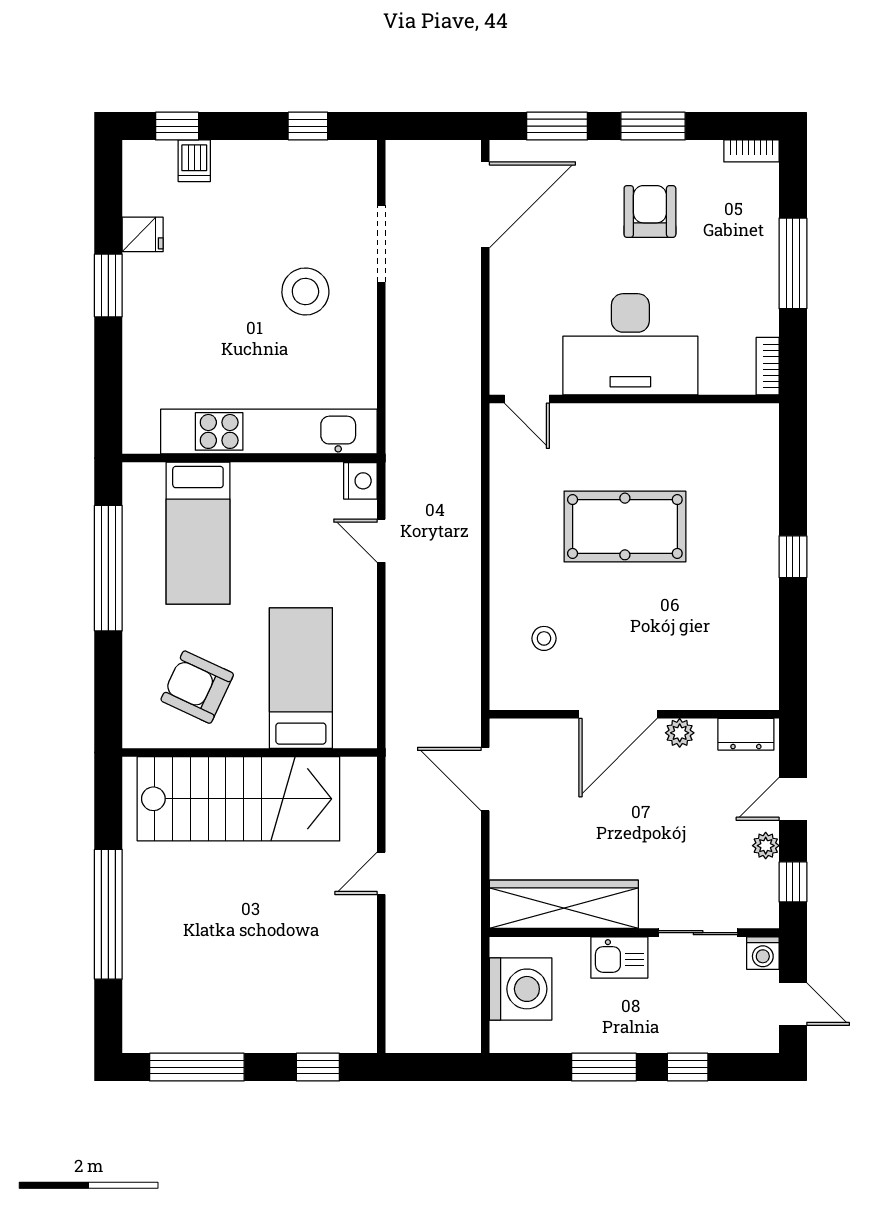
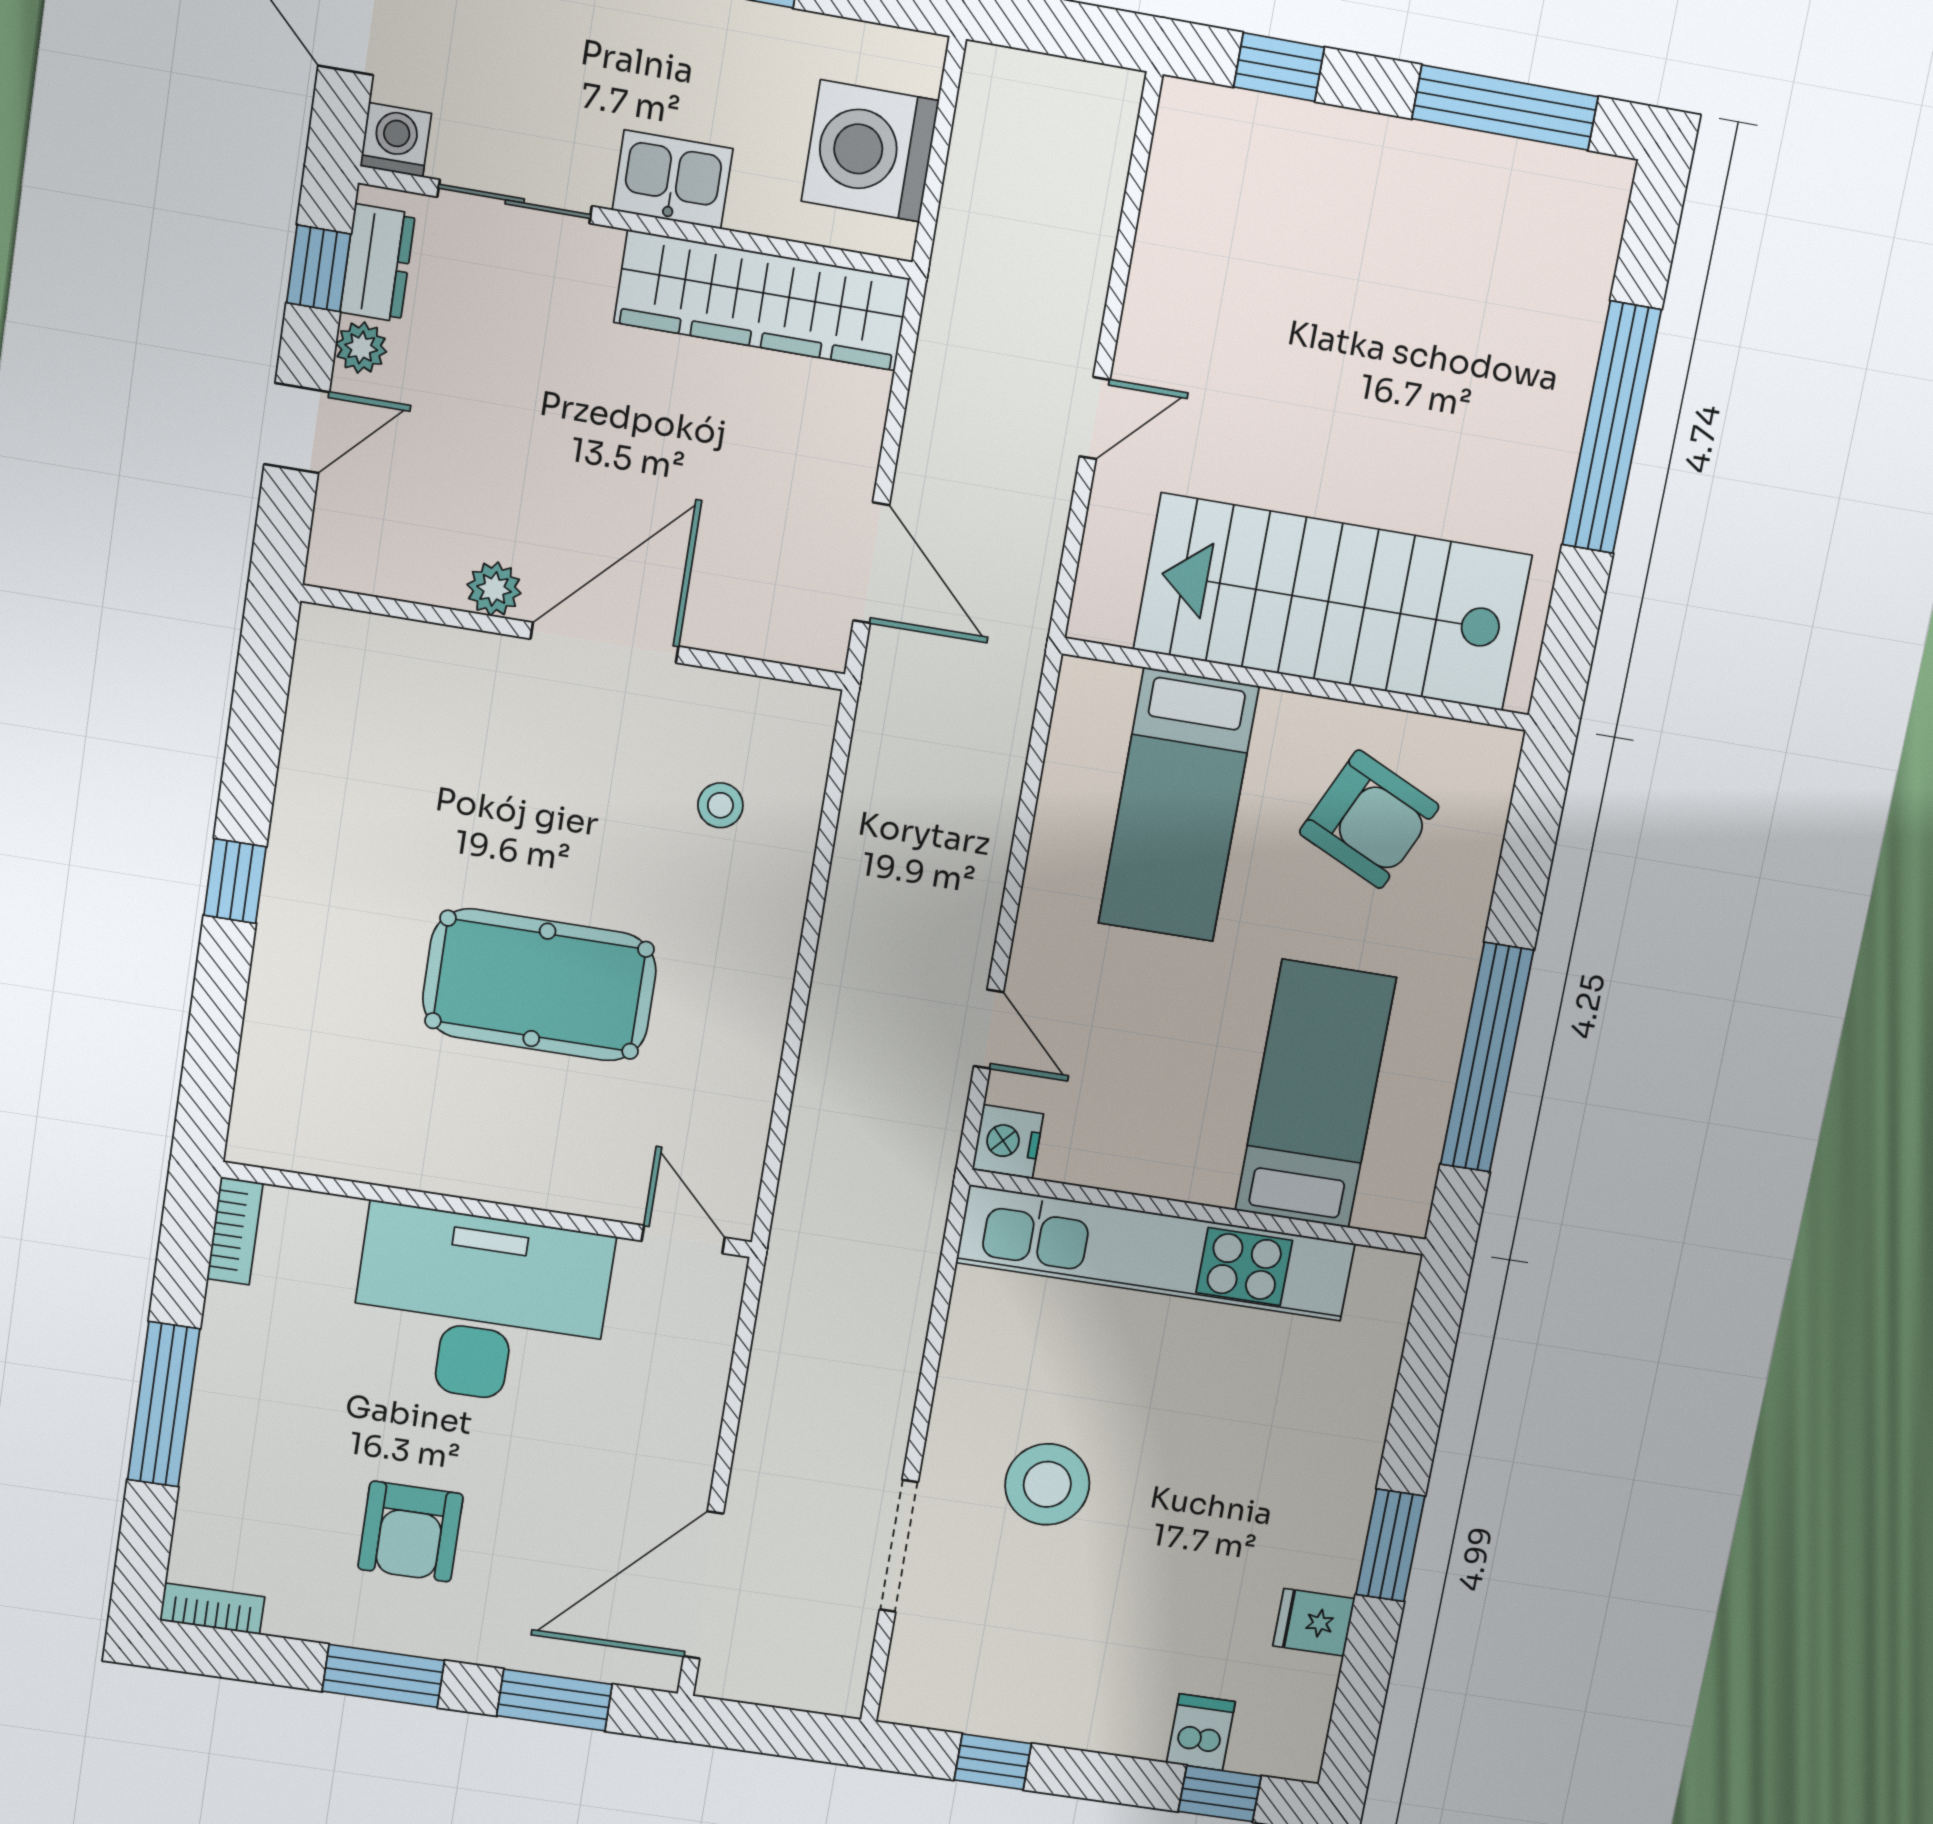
dresser: (746, 734) -> (378, 263), moved, turned 90

